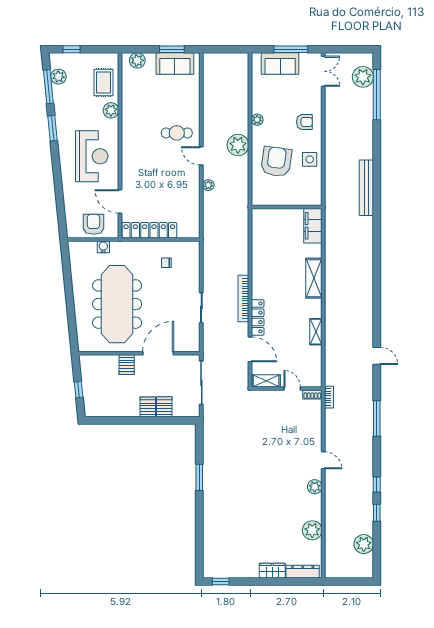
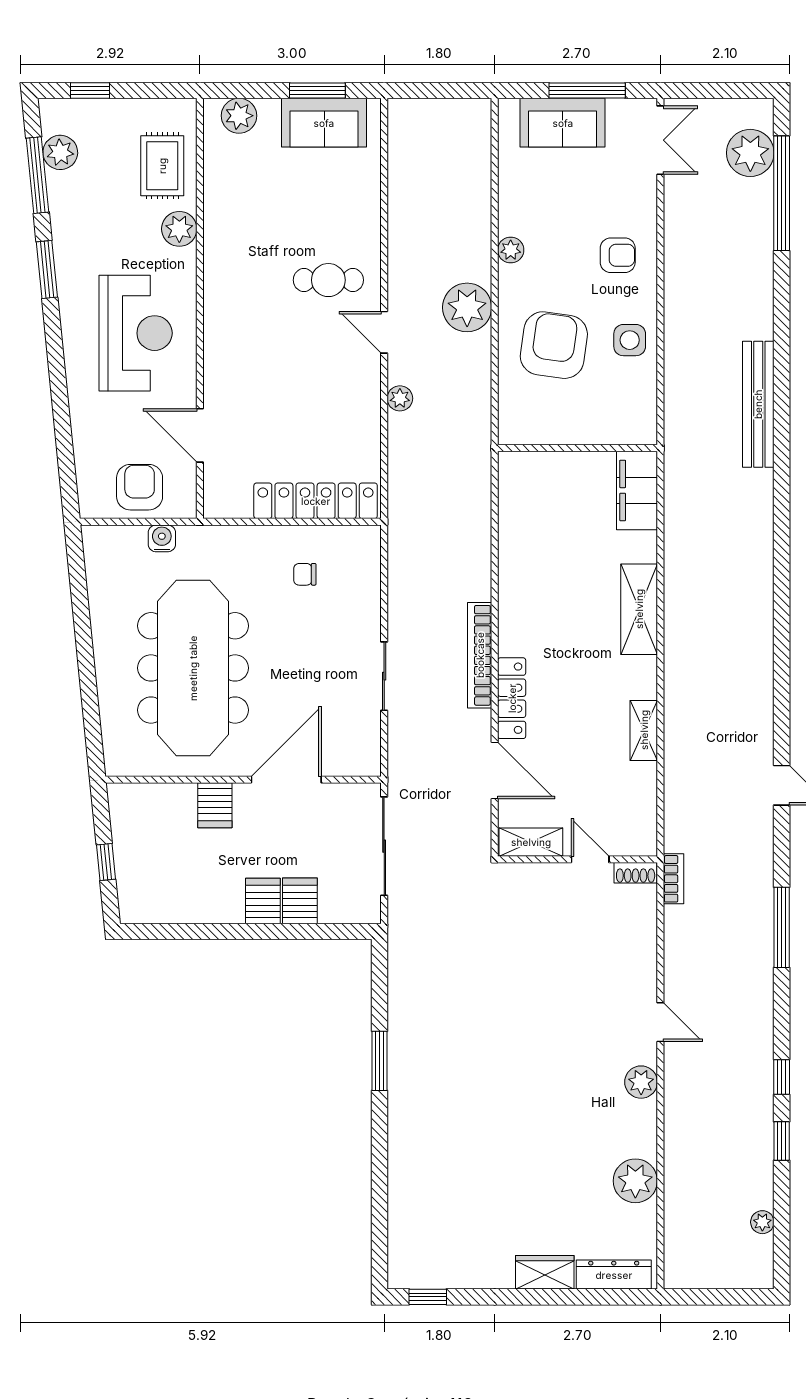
locker: (149, 230) -> (316, 501), moved
plant: (364, 544) -> (762, 1222), width x0.53, depth x0.53

